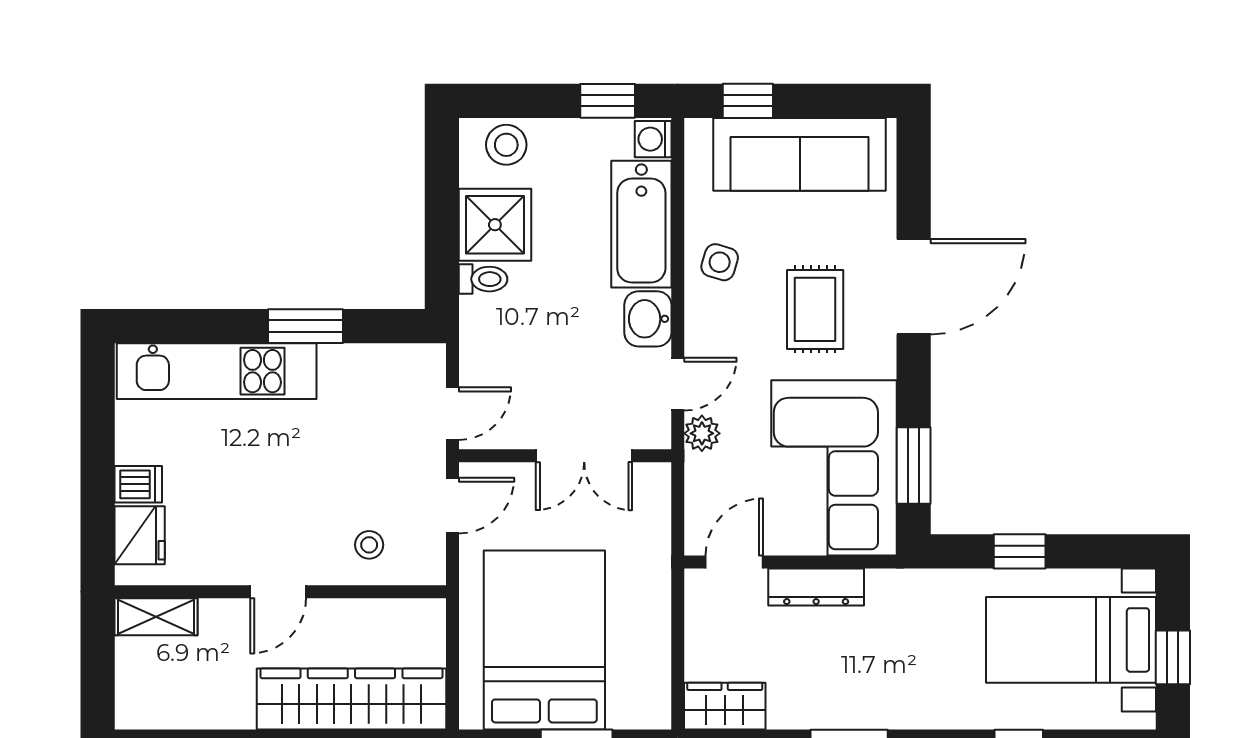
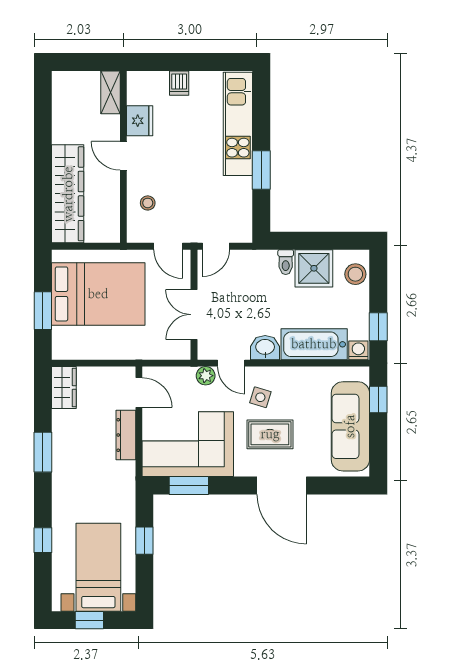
side table: (720, 262) -> (260, 397), moved
door: (452, 414) -> (216, 246), hinge flipped
fridge: (140, 535) -> (140, 121), moved, turned -90

